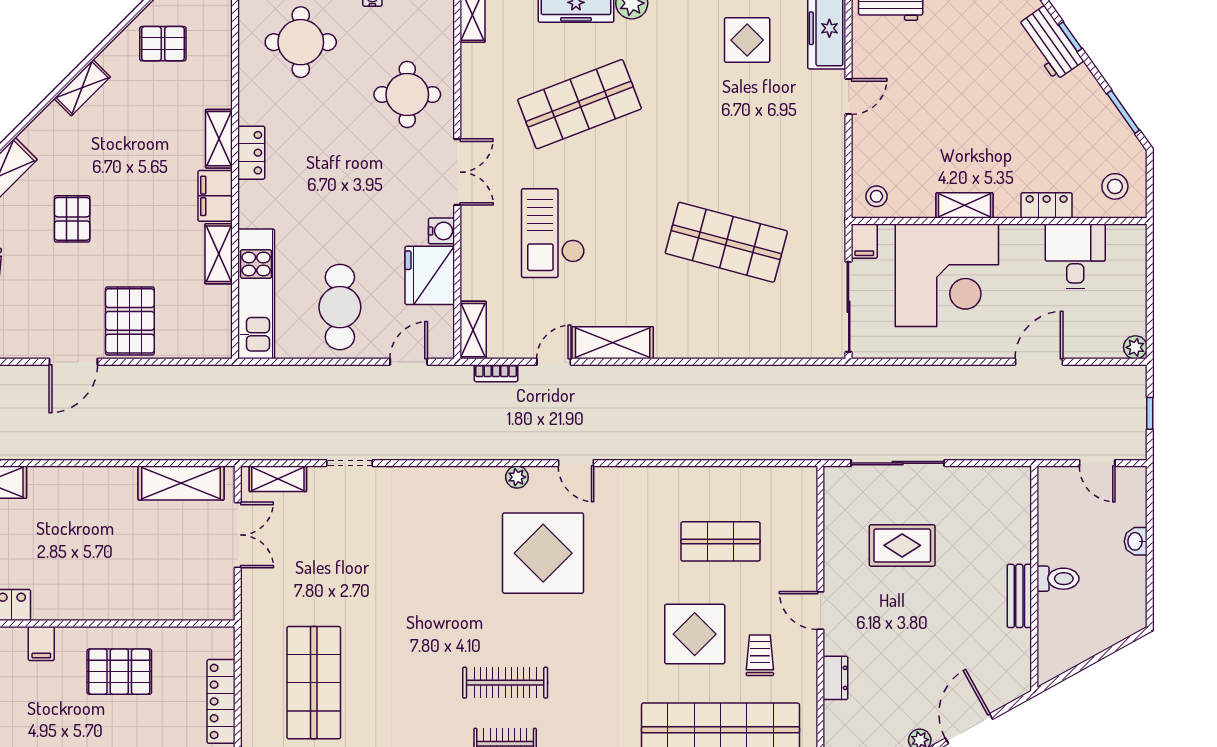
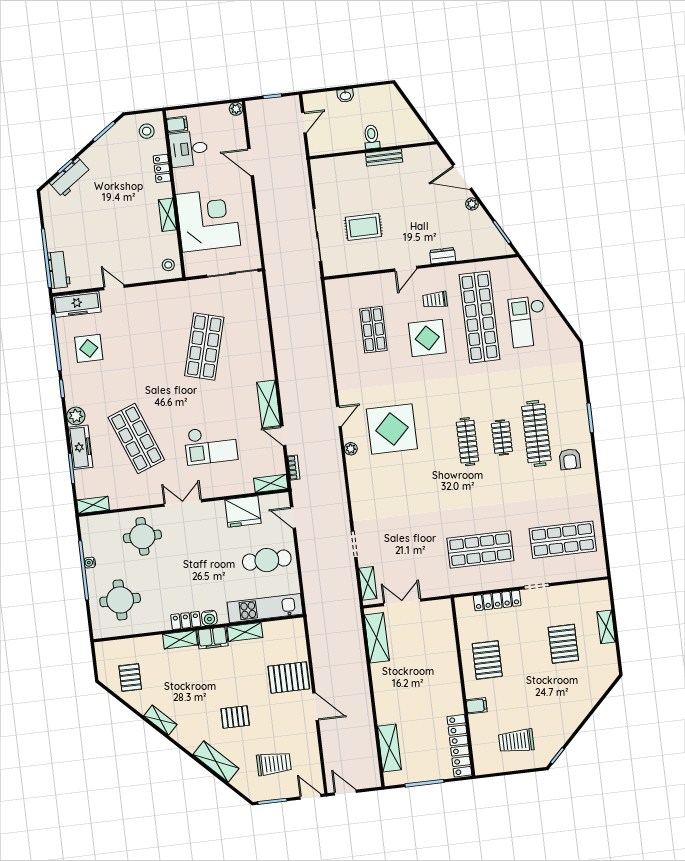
water cooler: (441, 231) -> (209, 618), moved, turned 180
filing cabinet: (864, 241) -> (177, 124), moved
rug: (902, 545) -> (363, 227), turned 90

